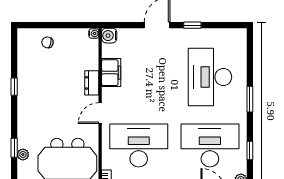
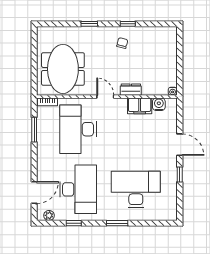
water cooler: (109, 36) -> (159, 104), moved
chair: (47, 42) -> (122, 43), moved
desk: (139, 145) -> (78, 129), turned 180
window: (14, 148) -> (89, 24), moved
plant: (23, 154) -> (70, 31), removed

